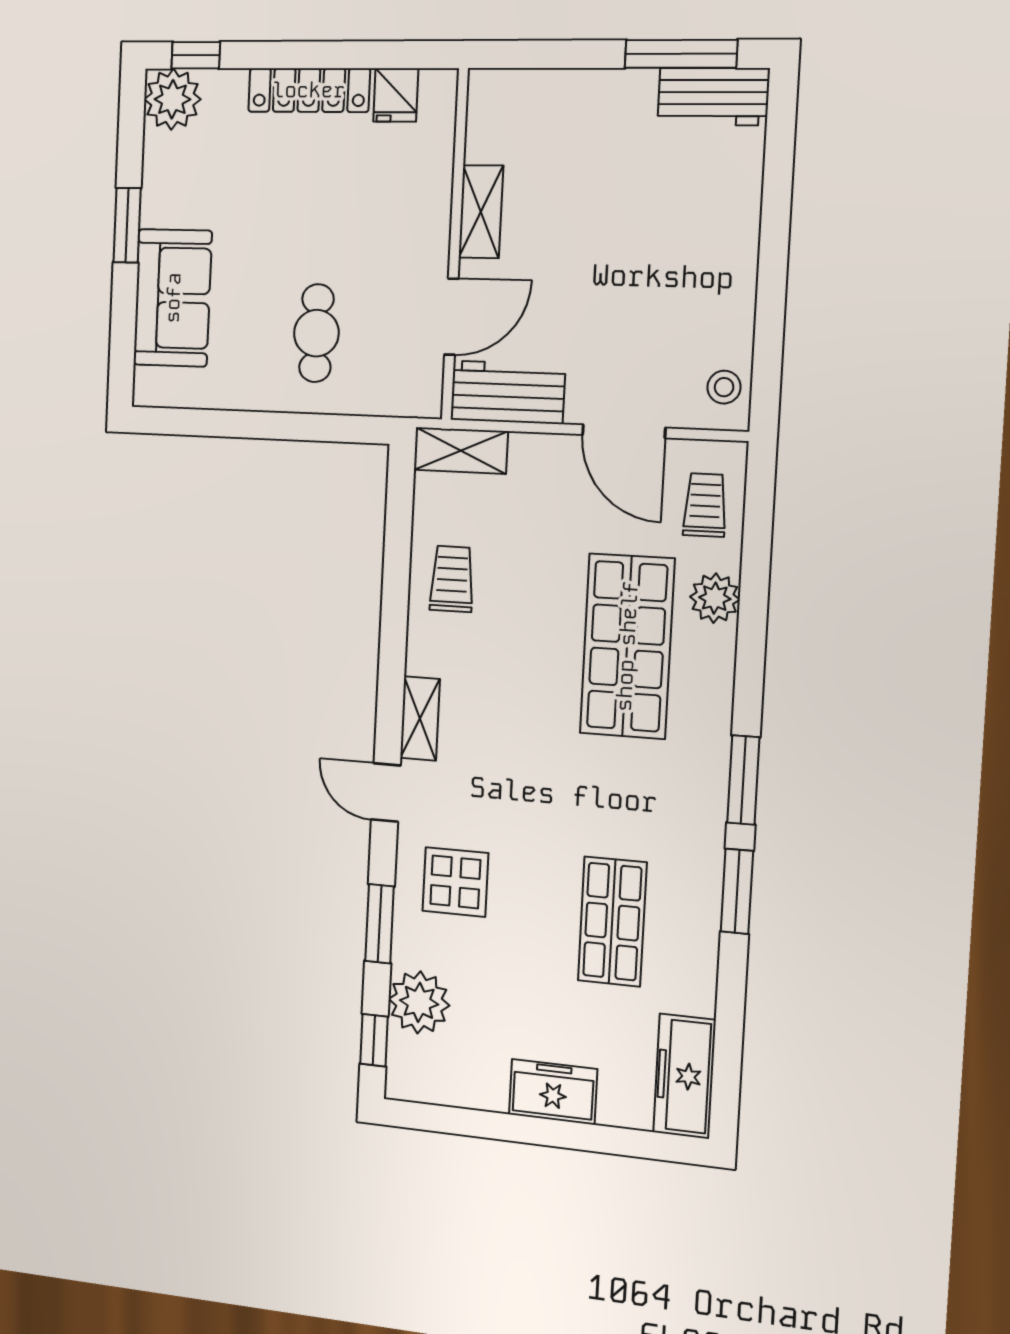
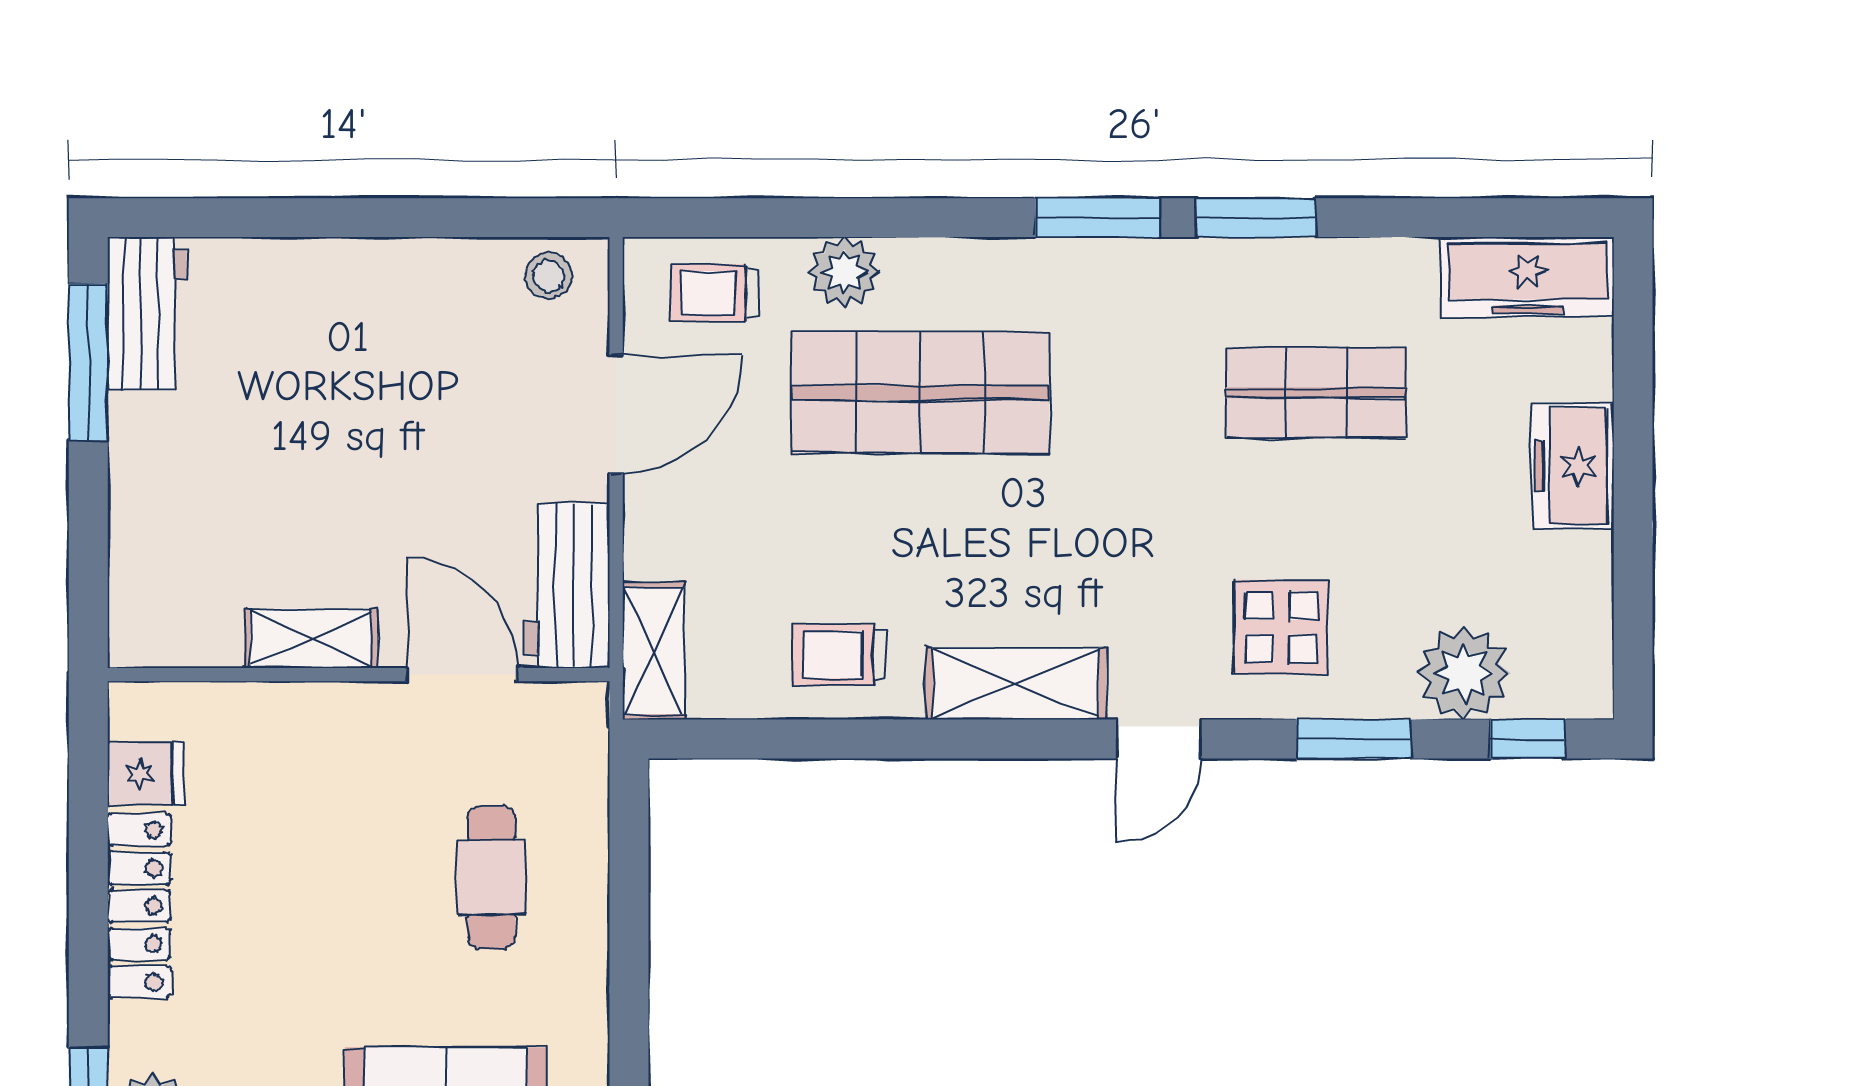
cafe table: (316, 333) -> (491, 878), turned 90
shelving: (420, 719) -> (1016, 684), width x1.50, depth x1.33

